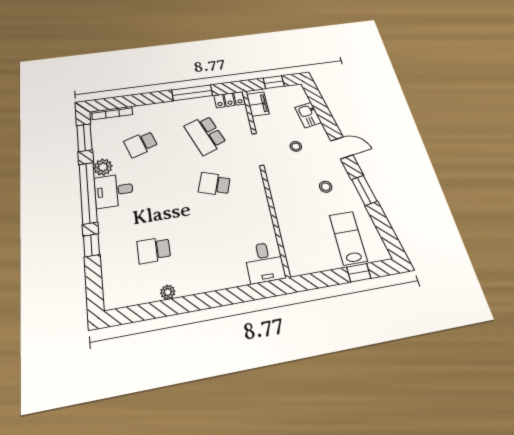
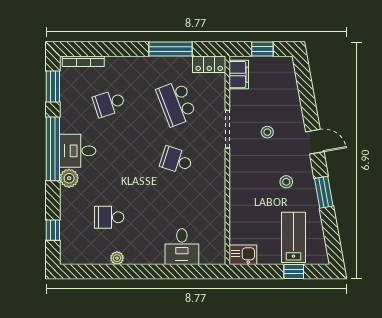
kitchen sink: (308, 115) -> (243, 255), moved, turned 100
plant: (103, 167) -> (69, 178), moved
window: (91, 245) -> (53, 230), moved
desk: (265, 262) -> (182, 247), moved

